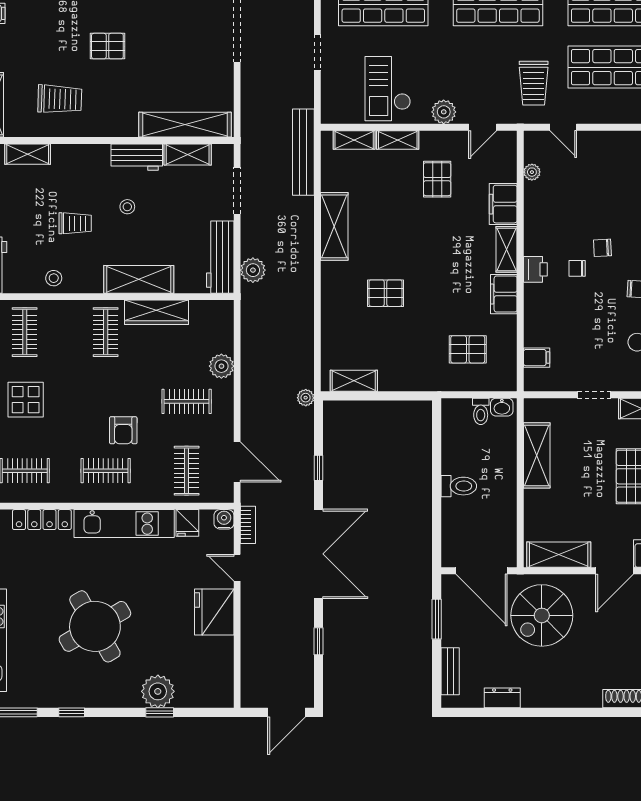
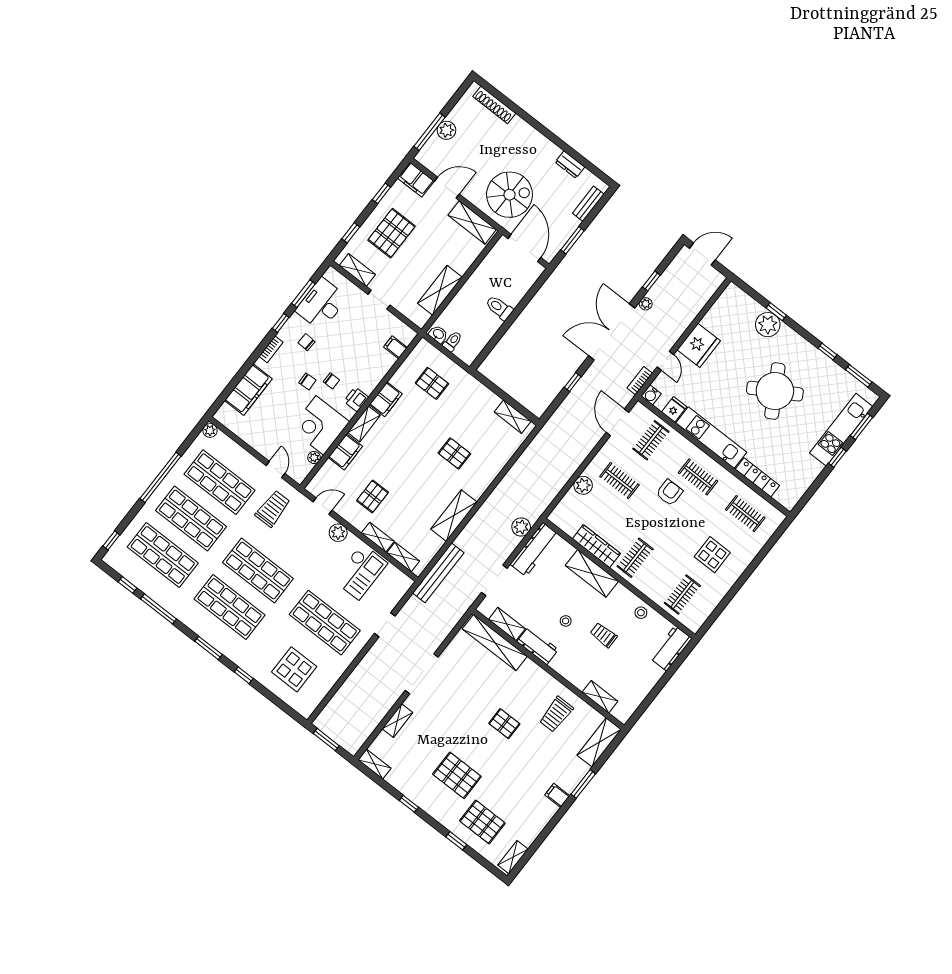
trolley: (60, 99) -> (556, 714), turned -92
corner desk: (553, 211) -> (320, 425), added
plant: (306, 398) -> (646, 304), moved

